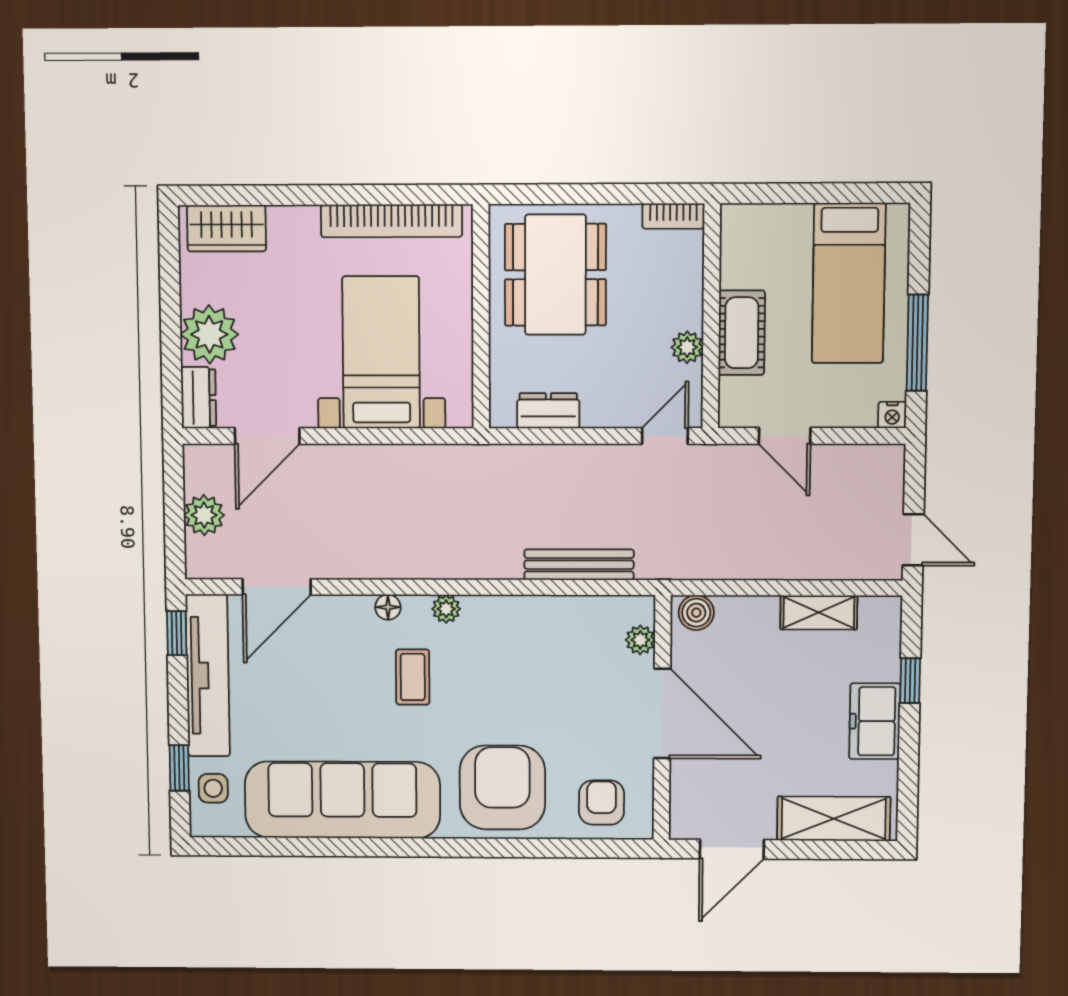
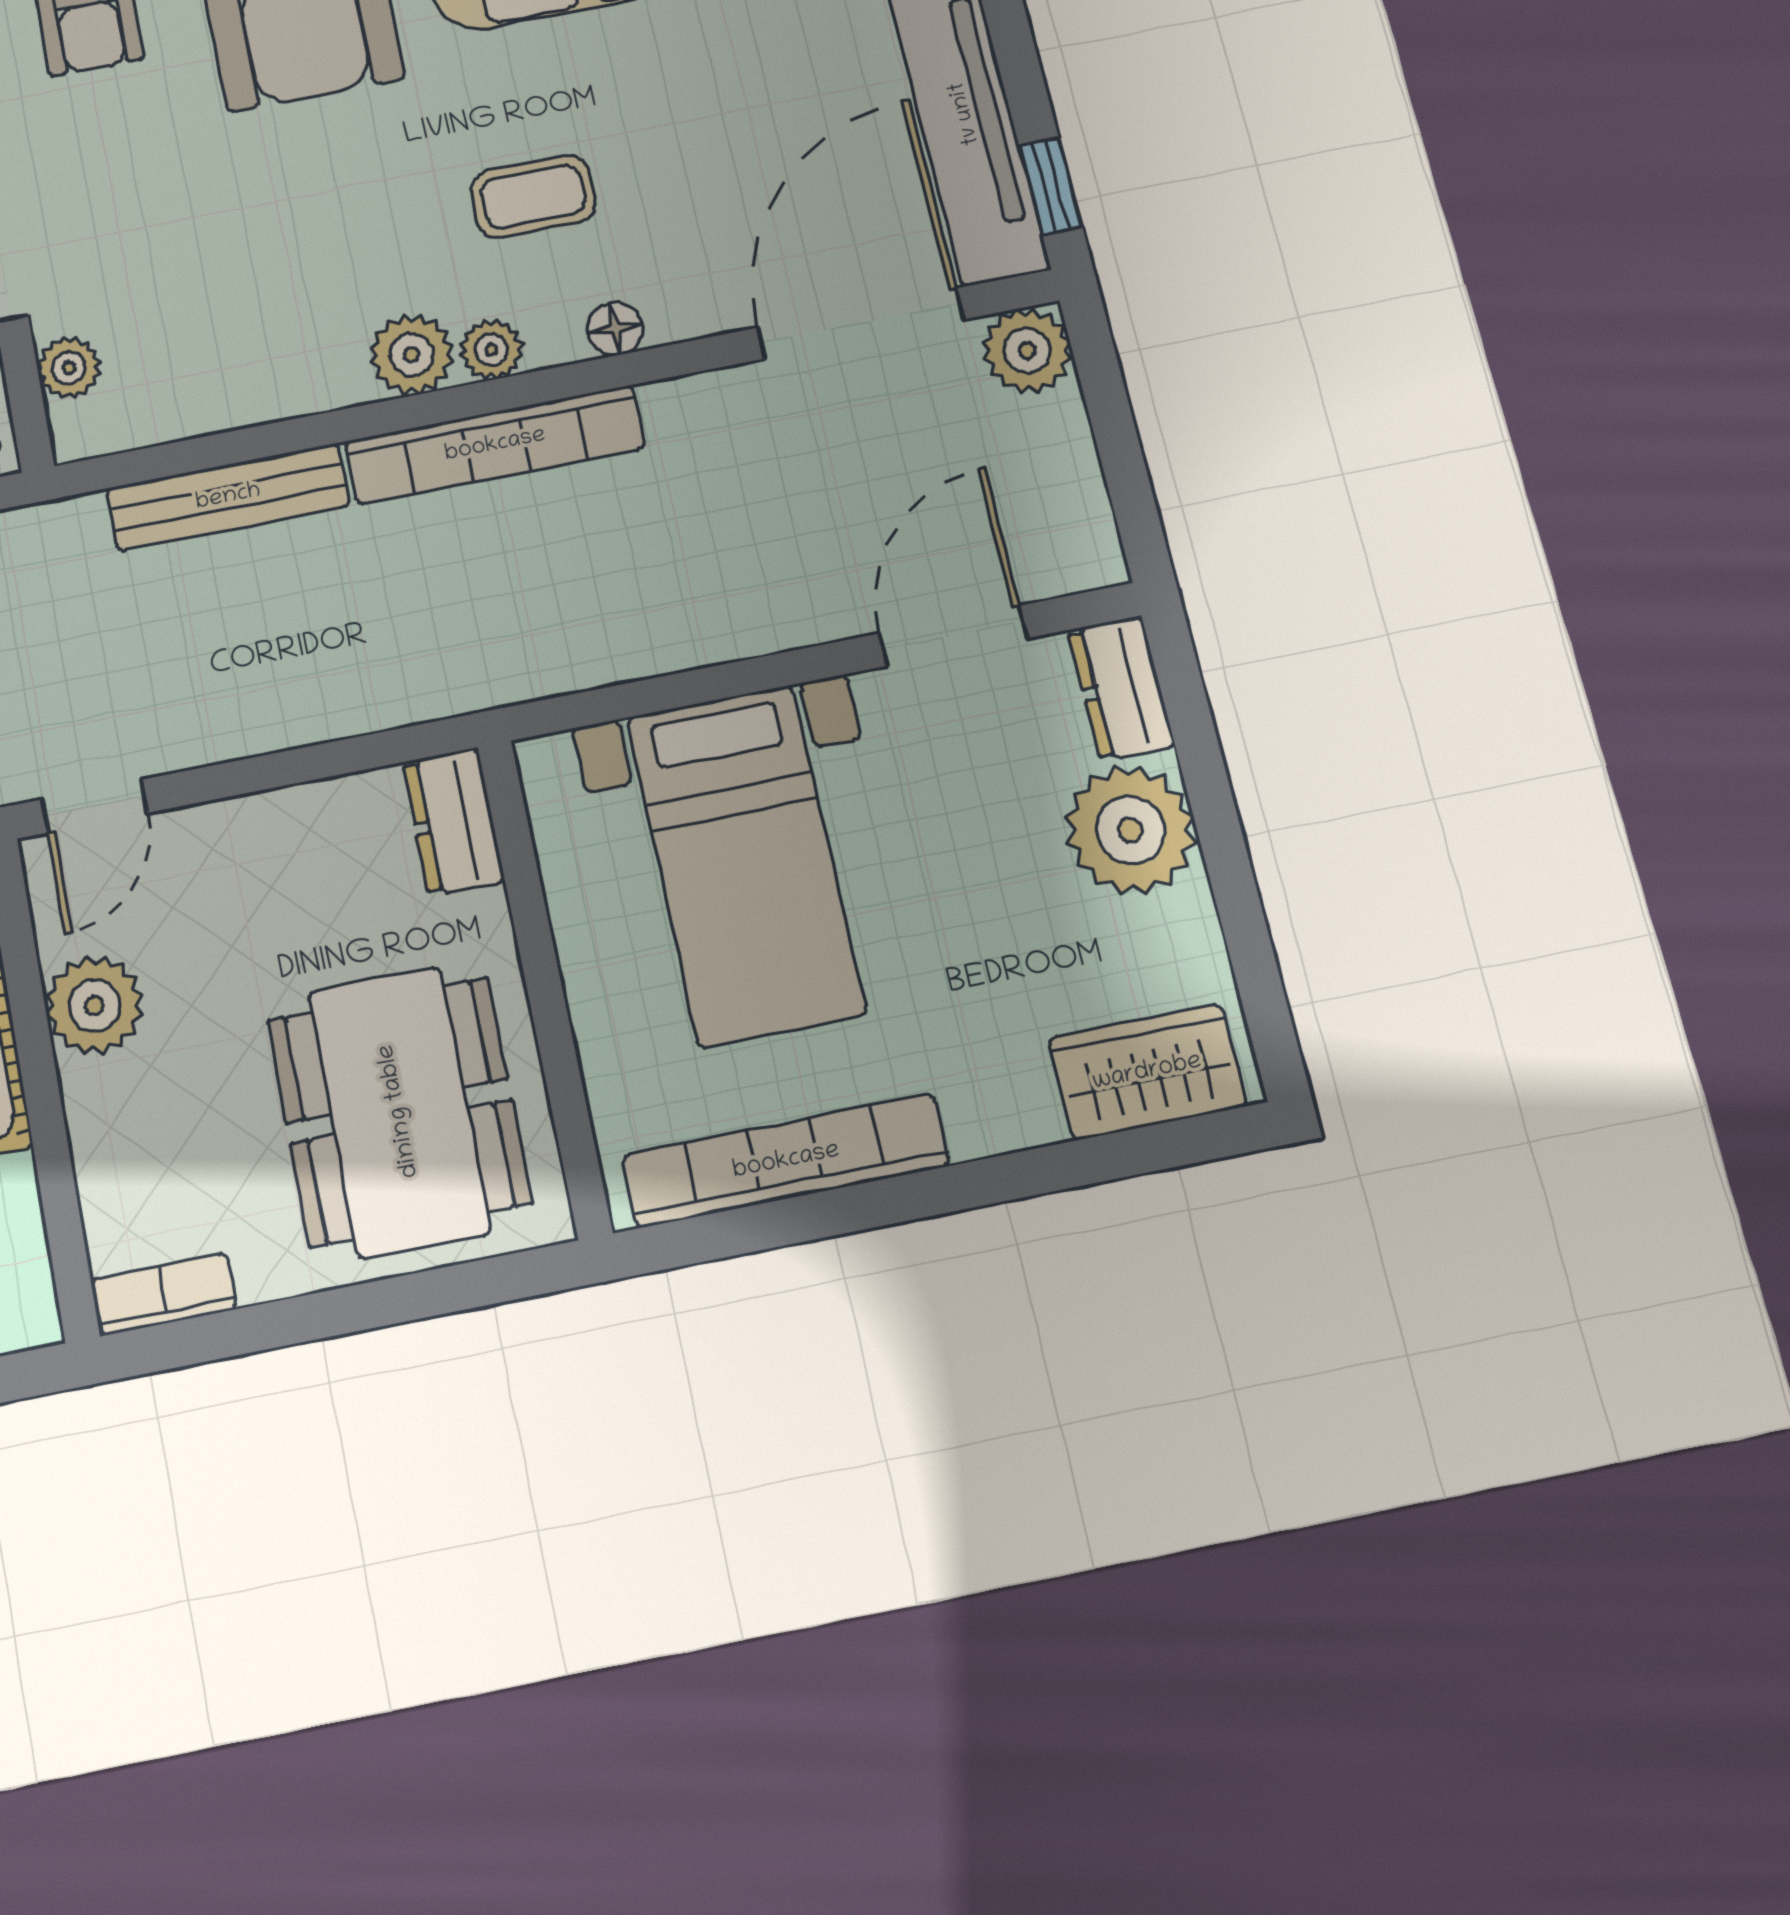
plant: (687, 347) -> (95, 1005), width x1.38, depth x1.38
dresser: (548, 411) -> (454, 822), moved, turned 90
plant: (204, 515) -> (1027, 351), moved
bookcase: (453, 564) -> (495, 445), added
door: (277, 587) -> (861, 323), width x1.36
plant: (483, 614) -> (412, 355), added
coffee table: (413, 677) -> (533, 197), turned 90

